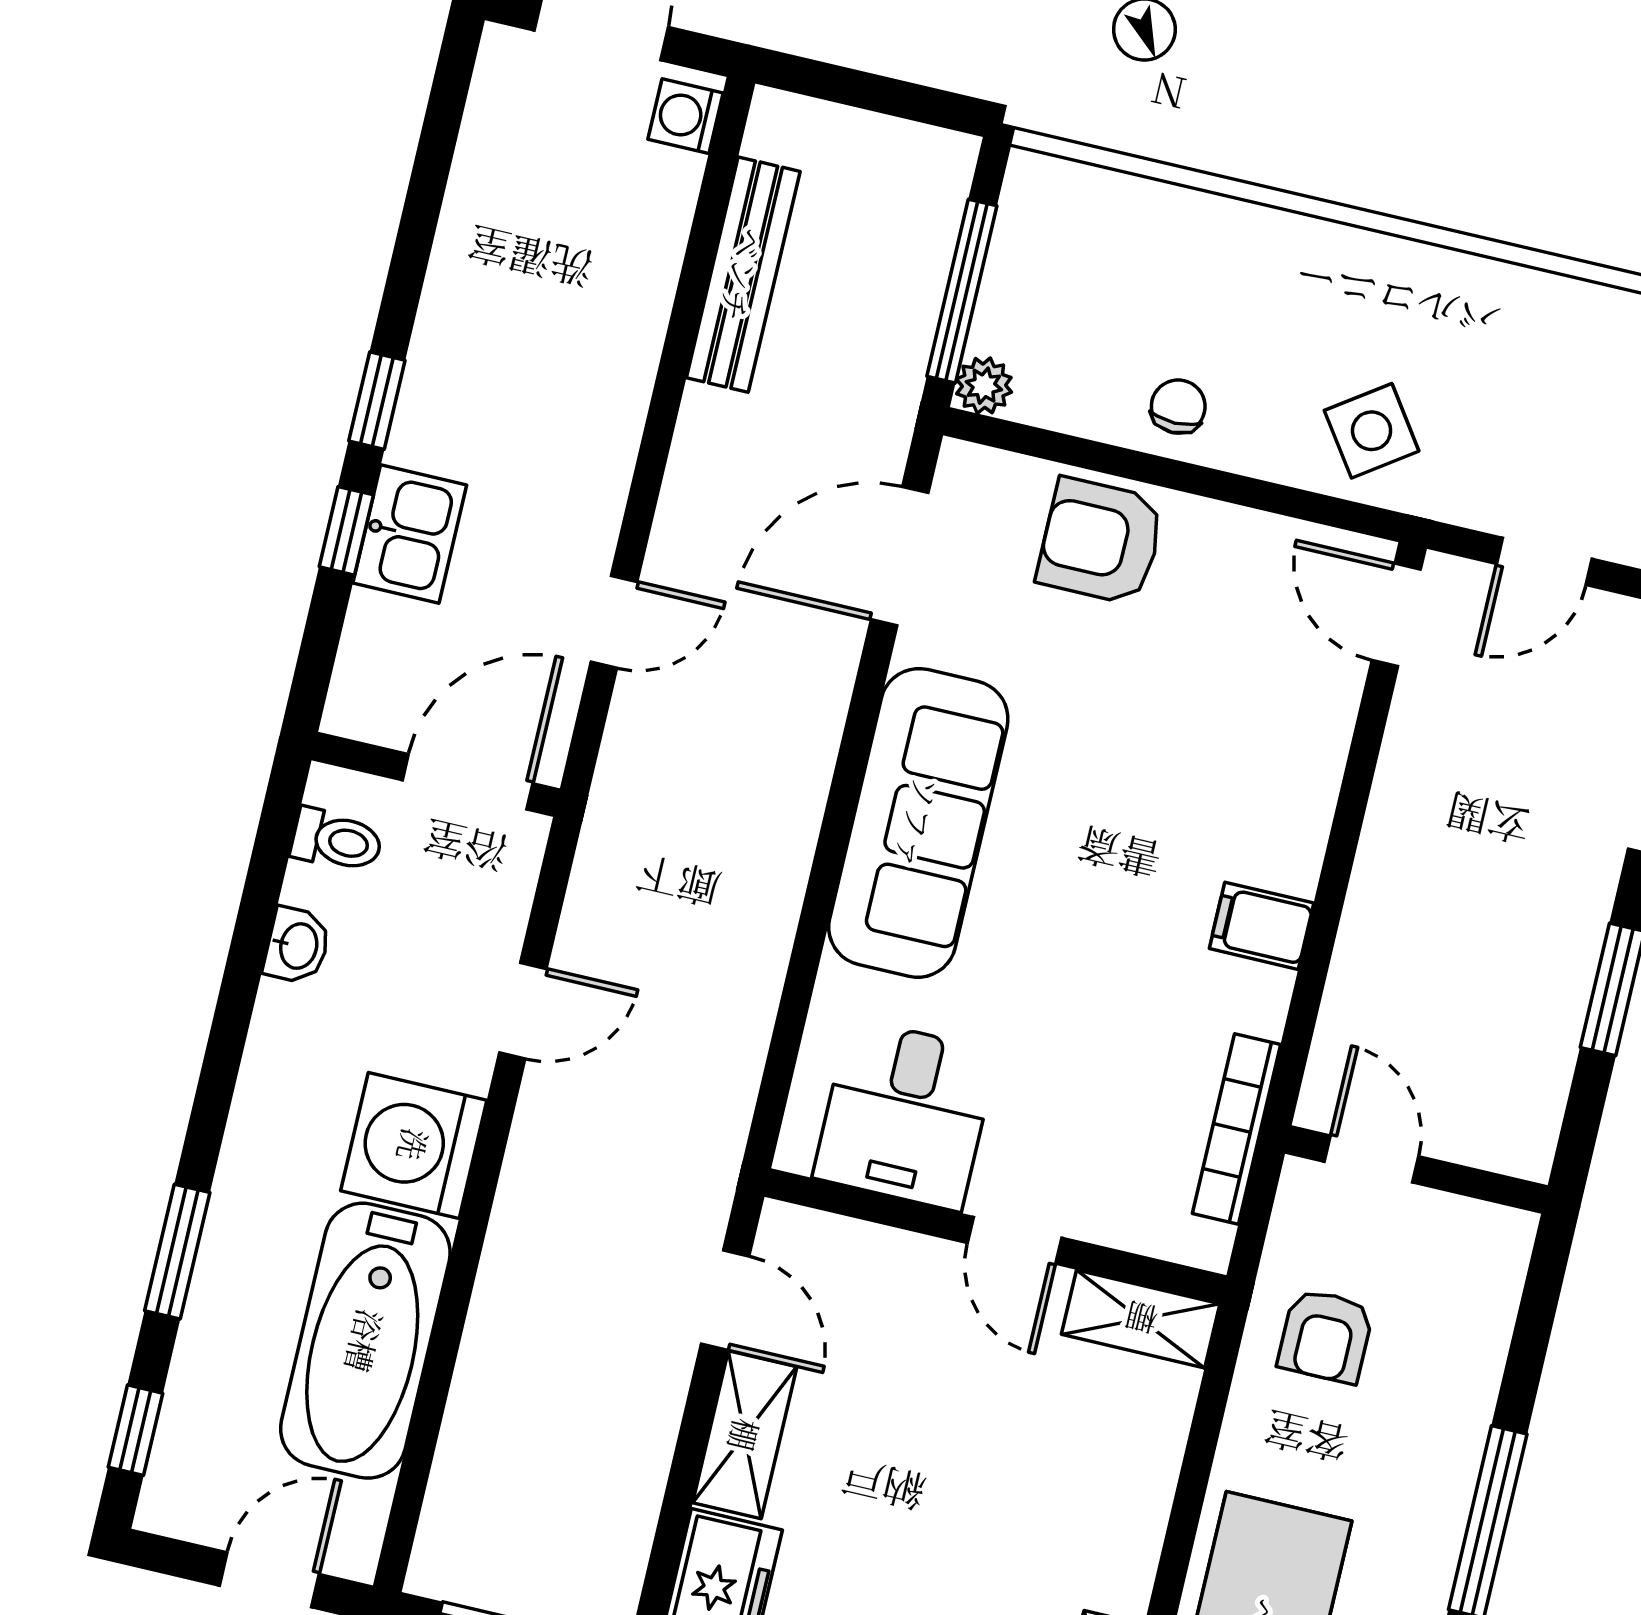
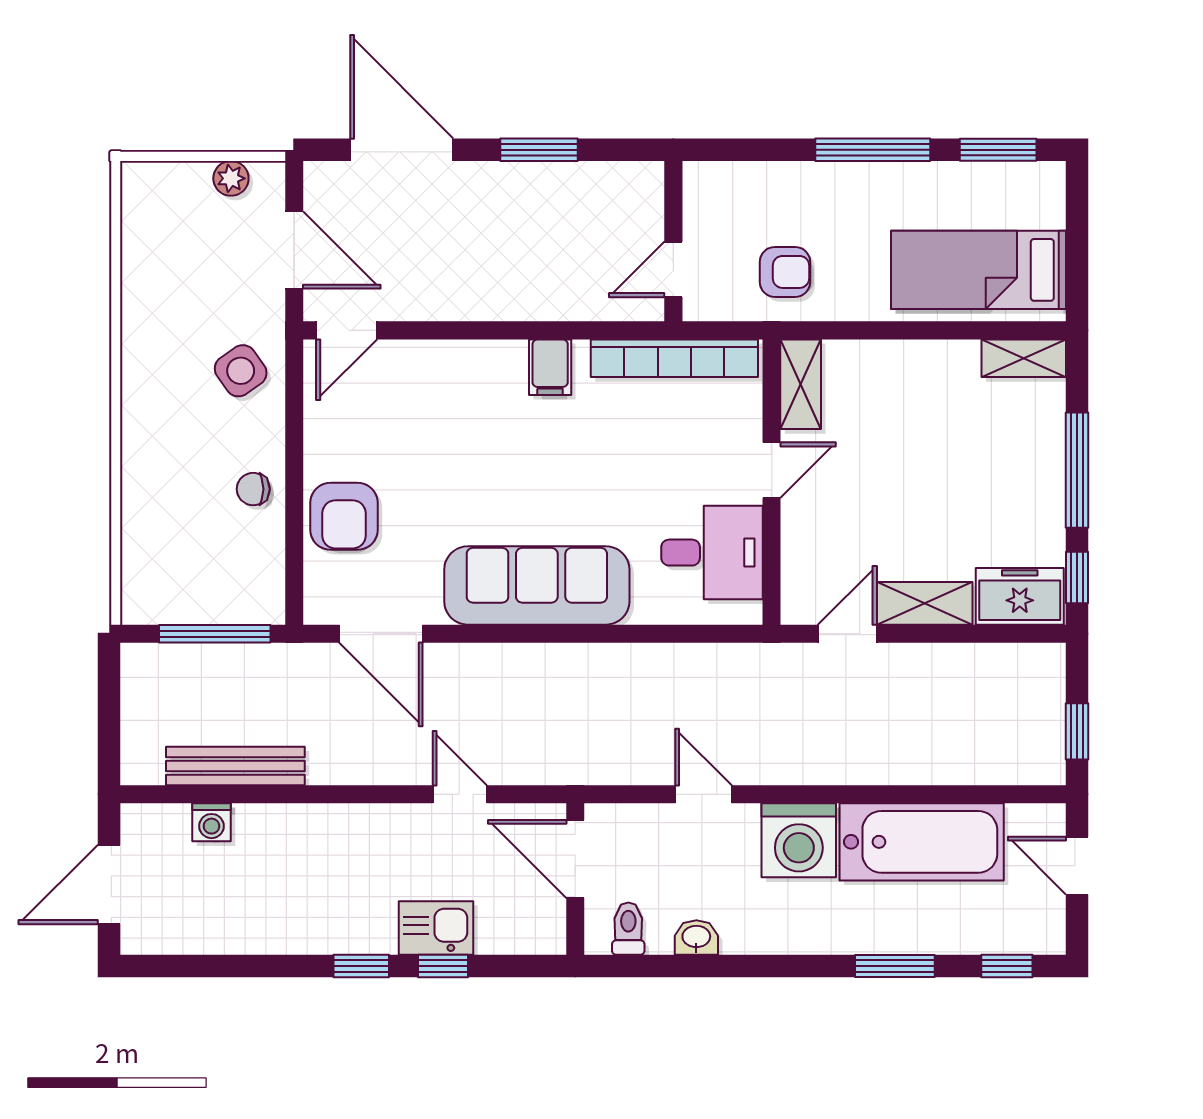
washing machine: (686, 116) -> (211, 822), moved
plant: (984, 386) -> (268, 607), removed
door: (1544, 561) -> (294, 250), width x1.38
bookcase: (1236, 1129) -> (674, 358), width x1.48, depth x1.31

